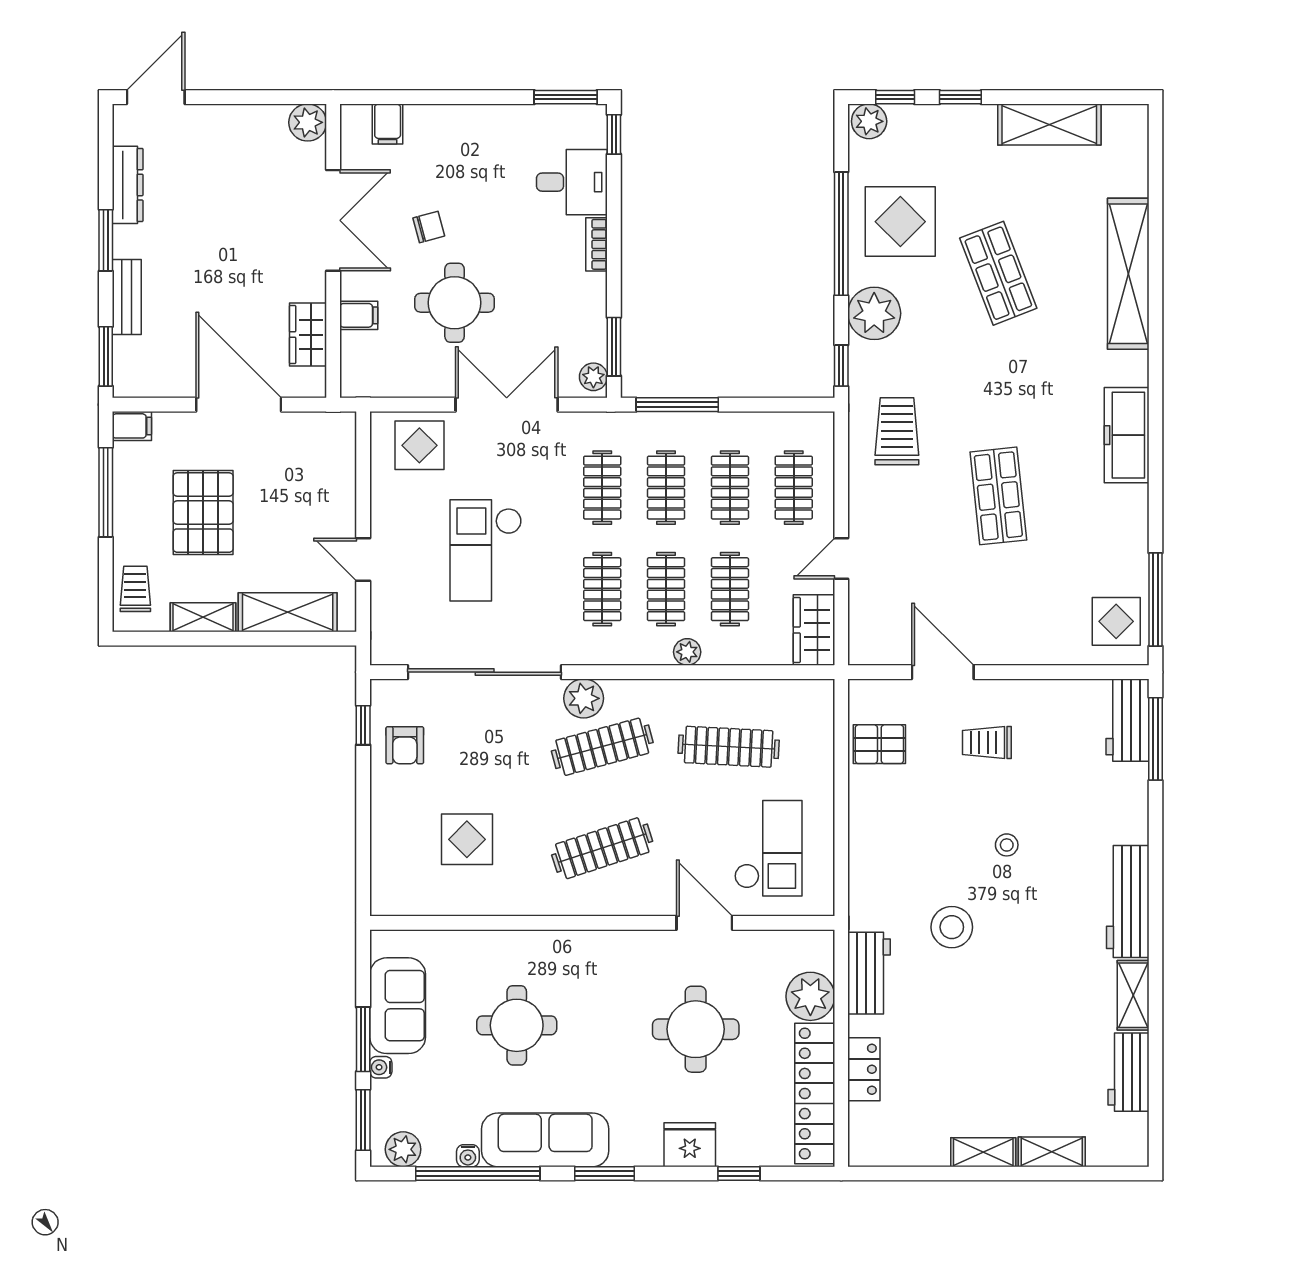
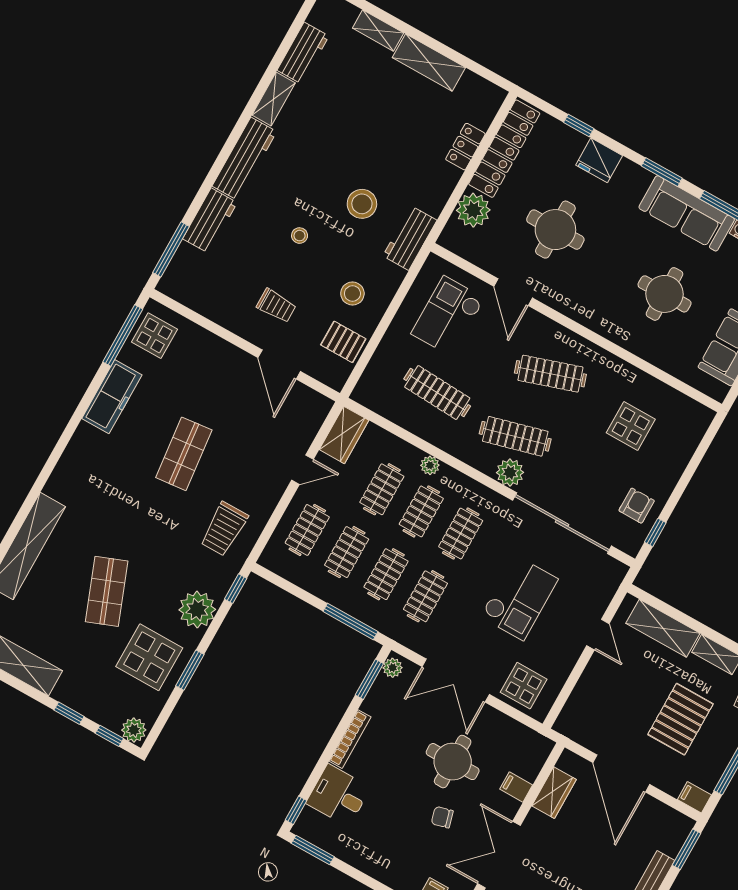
window: (841, 234) -> (190, 670), width x0.47
bookcase: (597, 244) -> (350, 739), width x1.56
freezer: (1127, 435) -> (112, 397), moved
workbench: (1127, 720) -> (210, 221), moved
stool: (901, 810) -> (352, 293), added
workbench: (869, 973) -> (410, 238), moved
shelving: (983, 1152) -> (429, 63), width x1.50, depth x1.33

